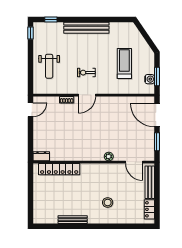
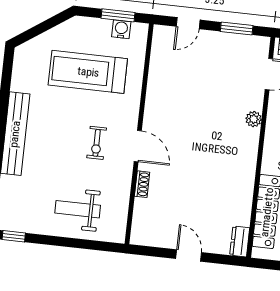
treadmill: (124, 64) -> (88, 72), width x1.37, depth x1.38
weight bench: (49, 66) -> (78, 209), turned 180
door: (31, 110) -> (189, 256), moved
door: (157, 115) -> (188, 23), width x0.53

